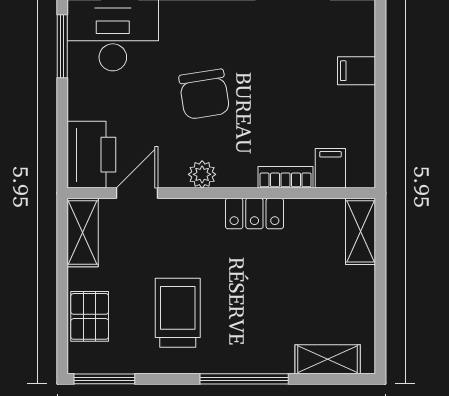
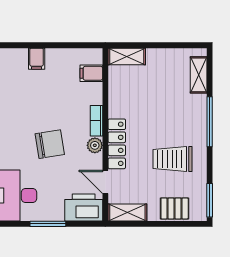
window: (62, 46) -> (48, 224), moved
bookcase: (286, 177) -> (96, 121), moved
locker: (254, 214) -> (117, 144), moved, width x1.53

